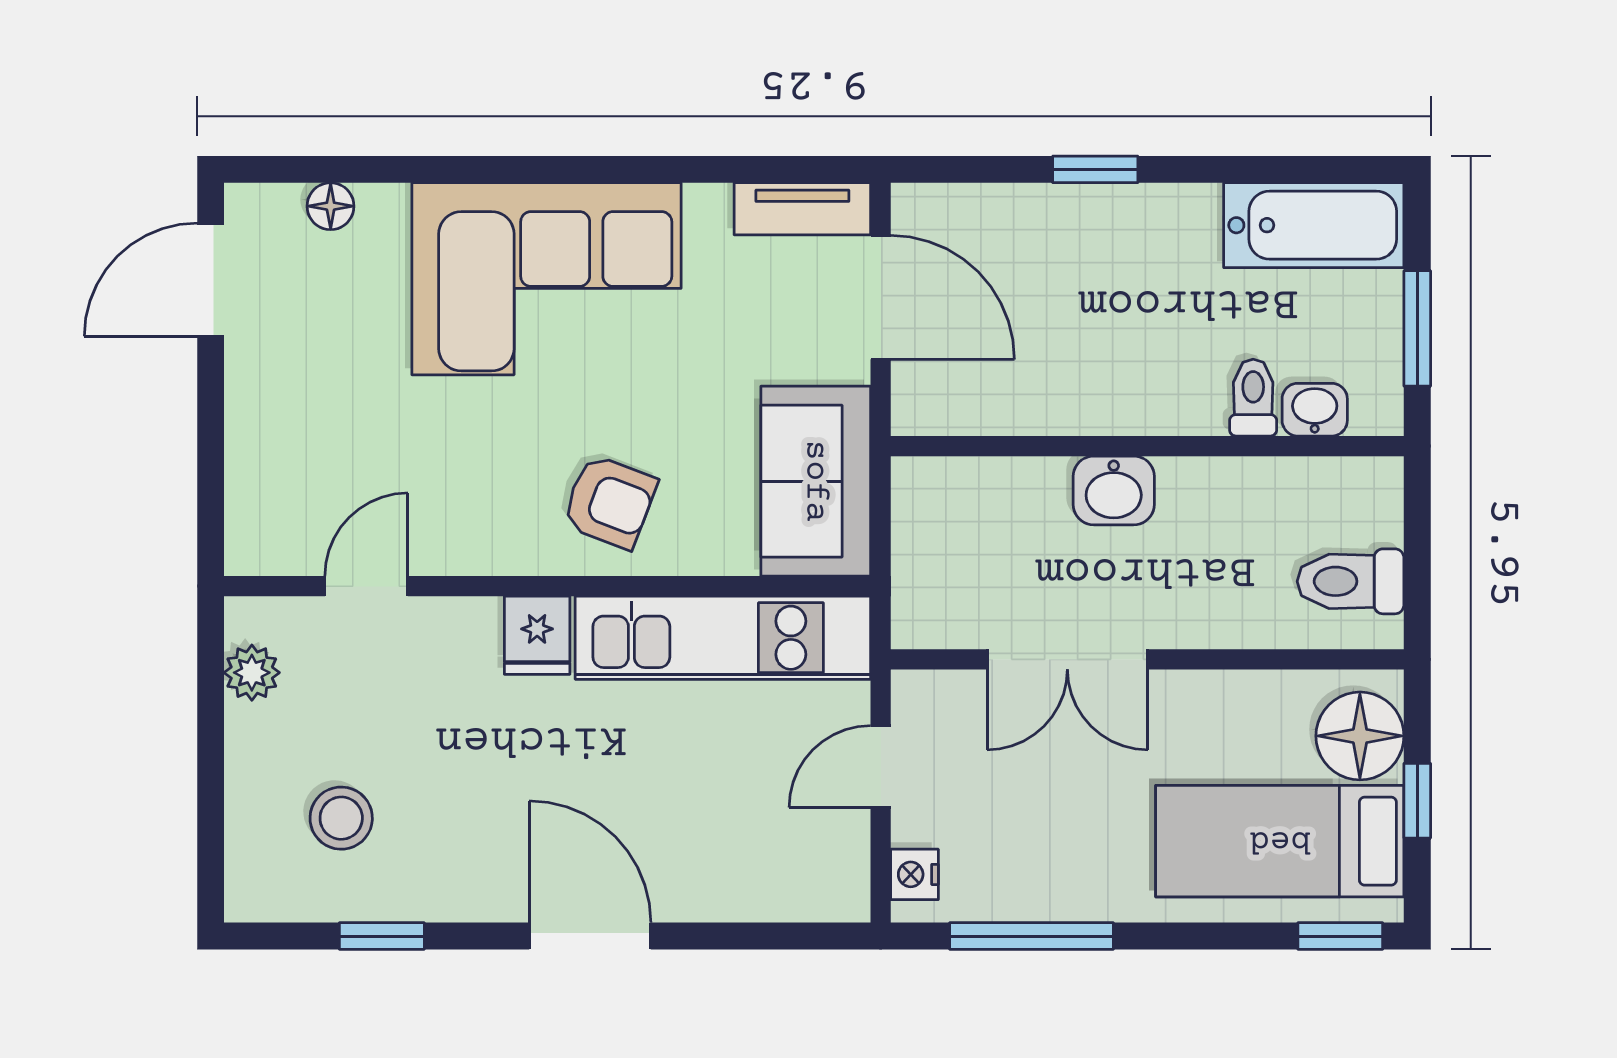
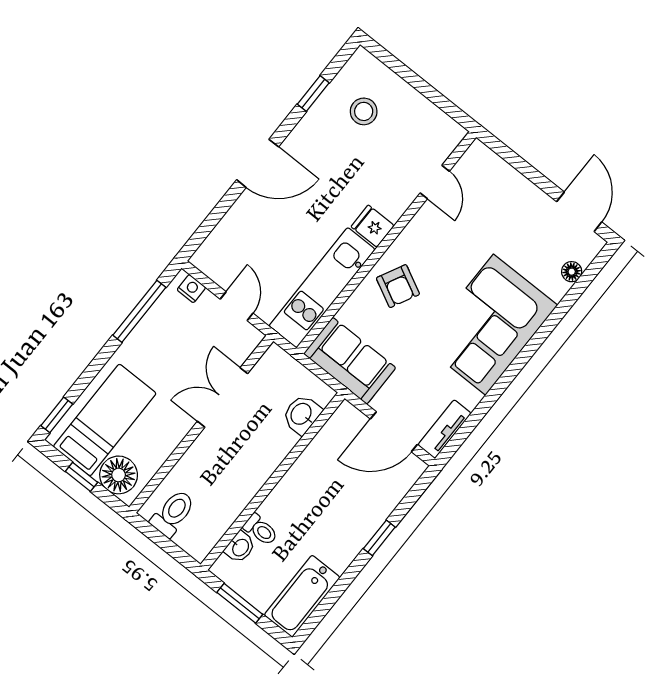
washbasin: (1114, 490) -> (302, 414), moved
armchair: (610, 502) -> (398, 286), turned -84
plant: (252, 673) -> (436, 120), removed

